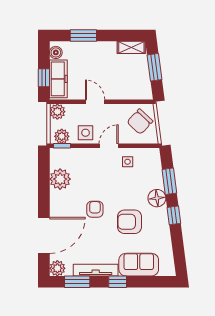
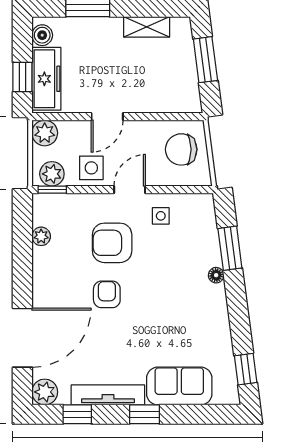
shelving: (131, 47) -> (147, 27), moved
door: (95, 102) -> (107, 117), swing flipped
chair: (140, 122) -> (181, 149), turned 47
plant: (60, 179) -> (41, 236), width x0.53, depth x0.53
floor lamp: (157, 198) -> (216, 275), width x0.53, depth x0.53
window: (174, 215) -> (246, 369), moved
armchair: (130, 222) -> (112, 243), moved
window: (77, 282) -> (77, 414), width x0.67

